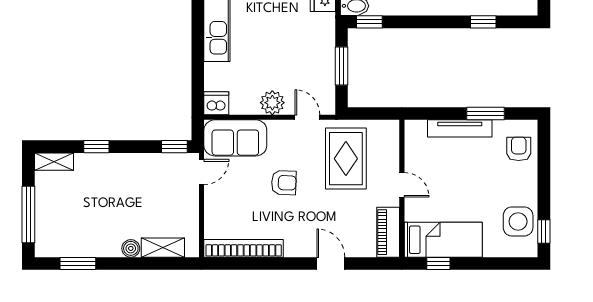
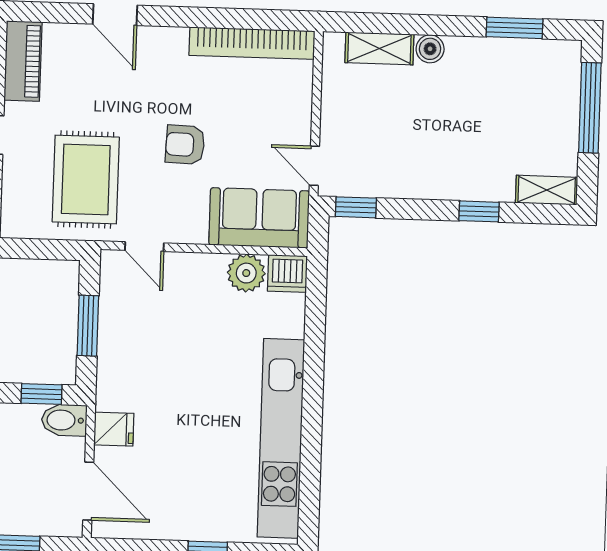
plant: (272, 103) -> (246, 273), moved
door: (201, 172) -> (314, 166), hinge flipped

